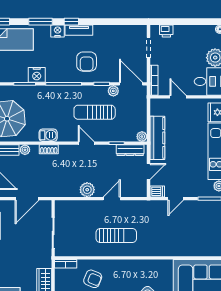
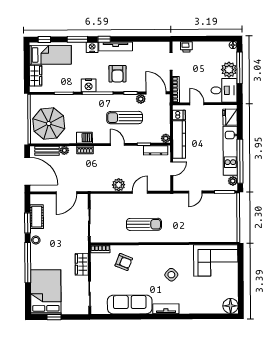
tv unit: (79, 30) -> (116, 46), width x1.41
nightstand: (37, 75) -> (89, 85), moved
dishwasher: (157, 191) -> (179, 115), moved

